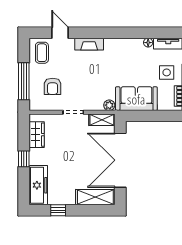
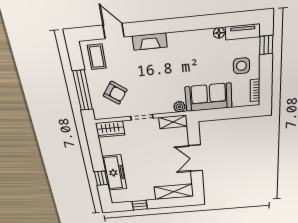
armchair: (53, 86) -> (115, 93), turned -54
wardrobe: (37, 135) -> (110, 129), moved, turned 90
window: (24, 159) -> (101, 178), moved
double door: (120, 160) -> (196, 158), width x0.54
freezer: (38, 185) -> (115, 173), moved

